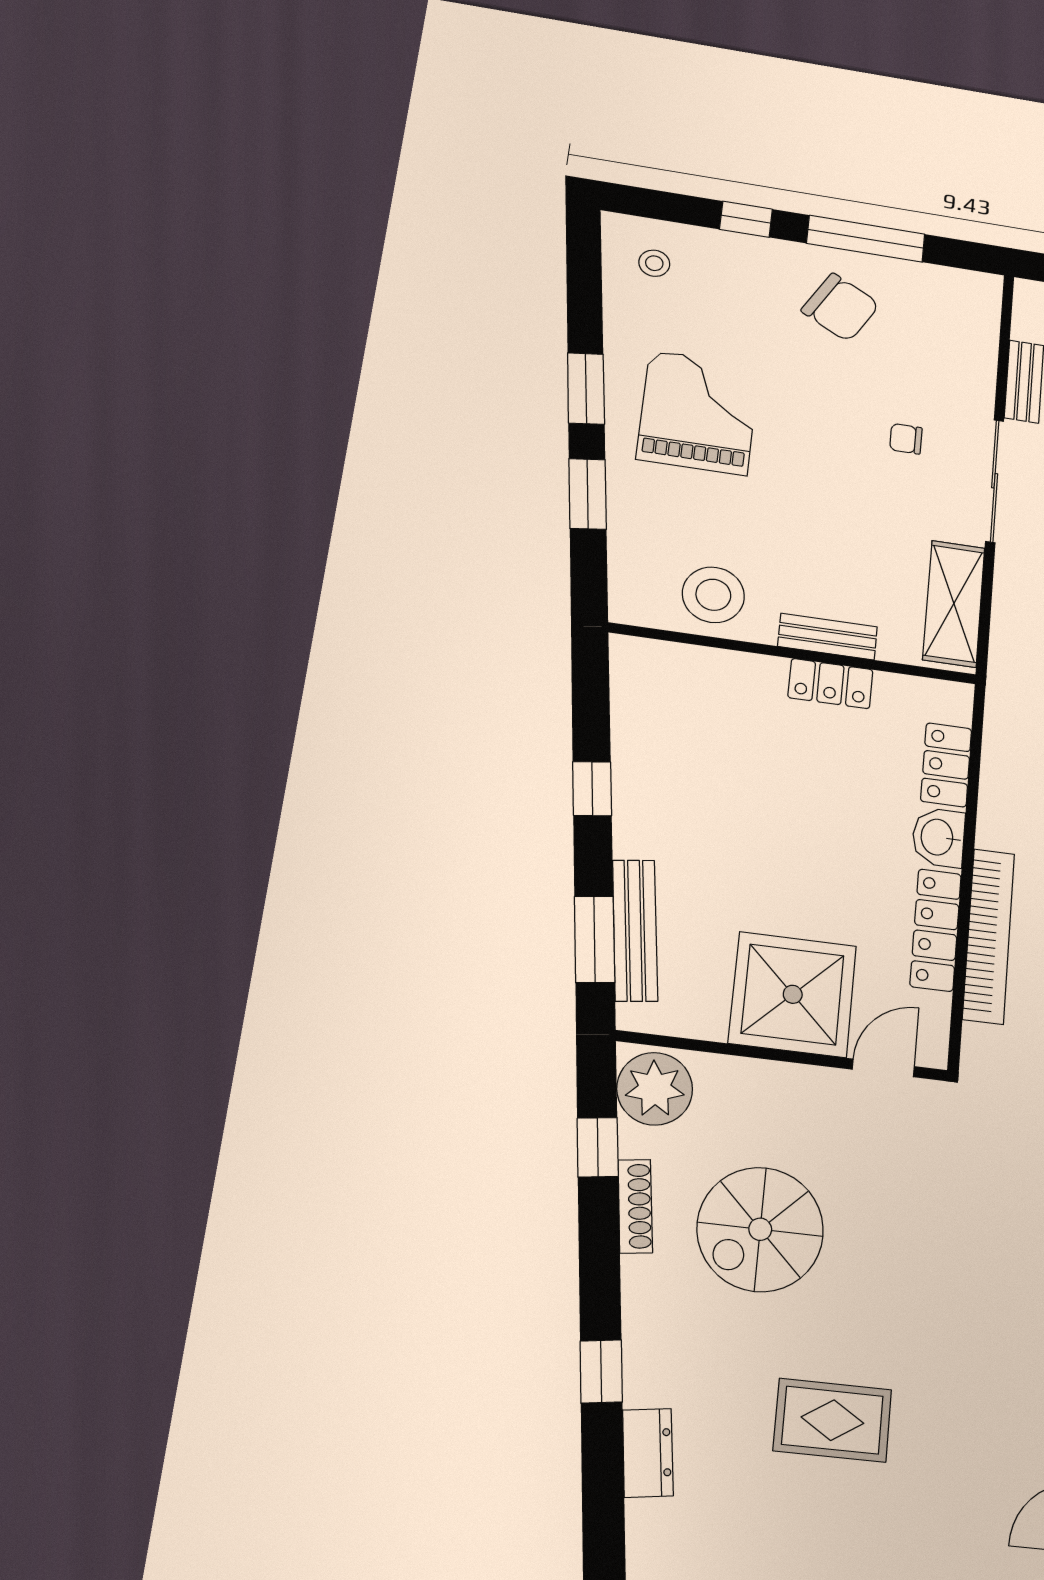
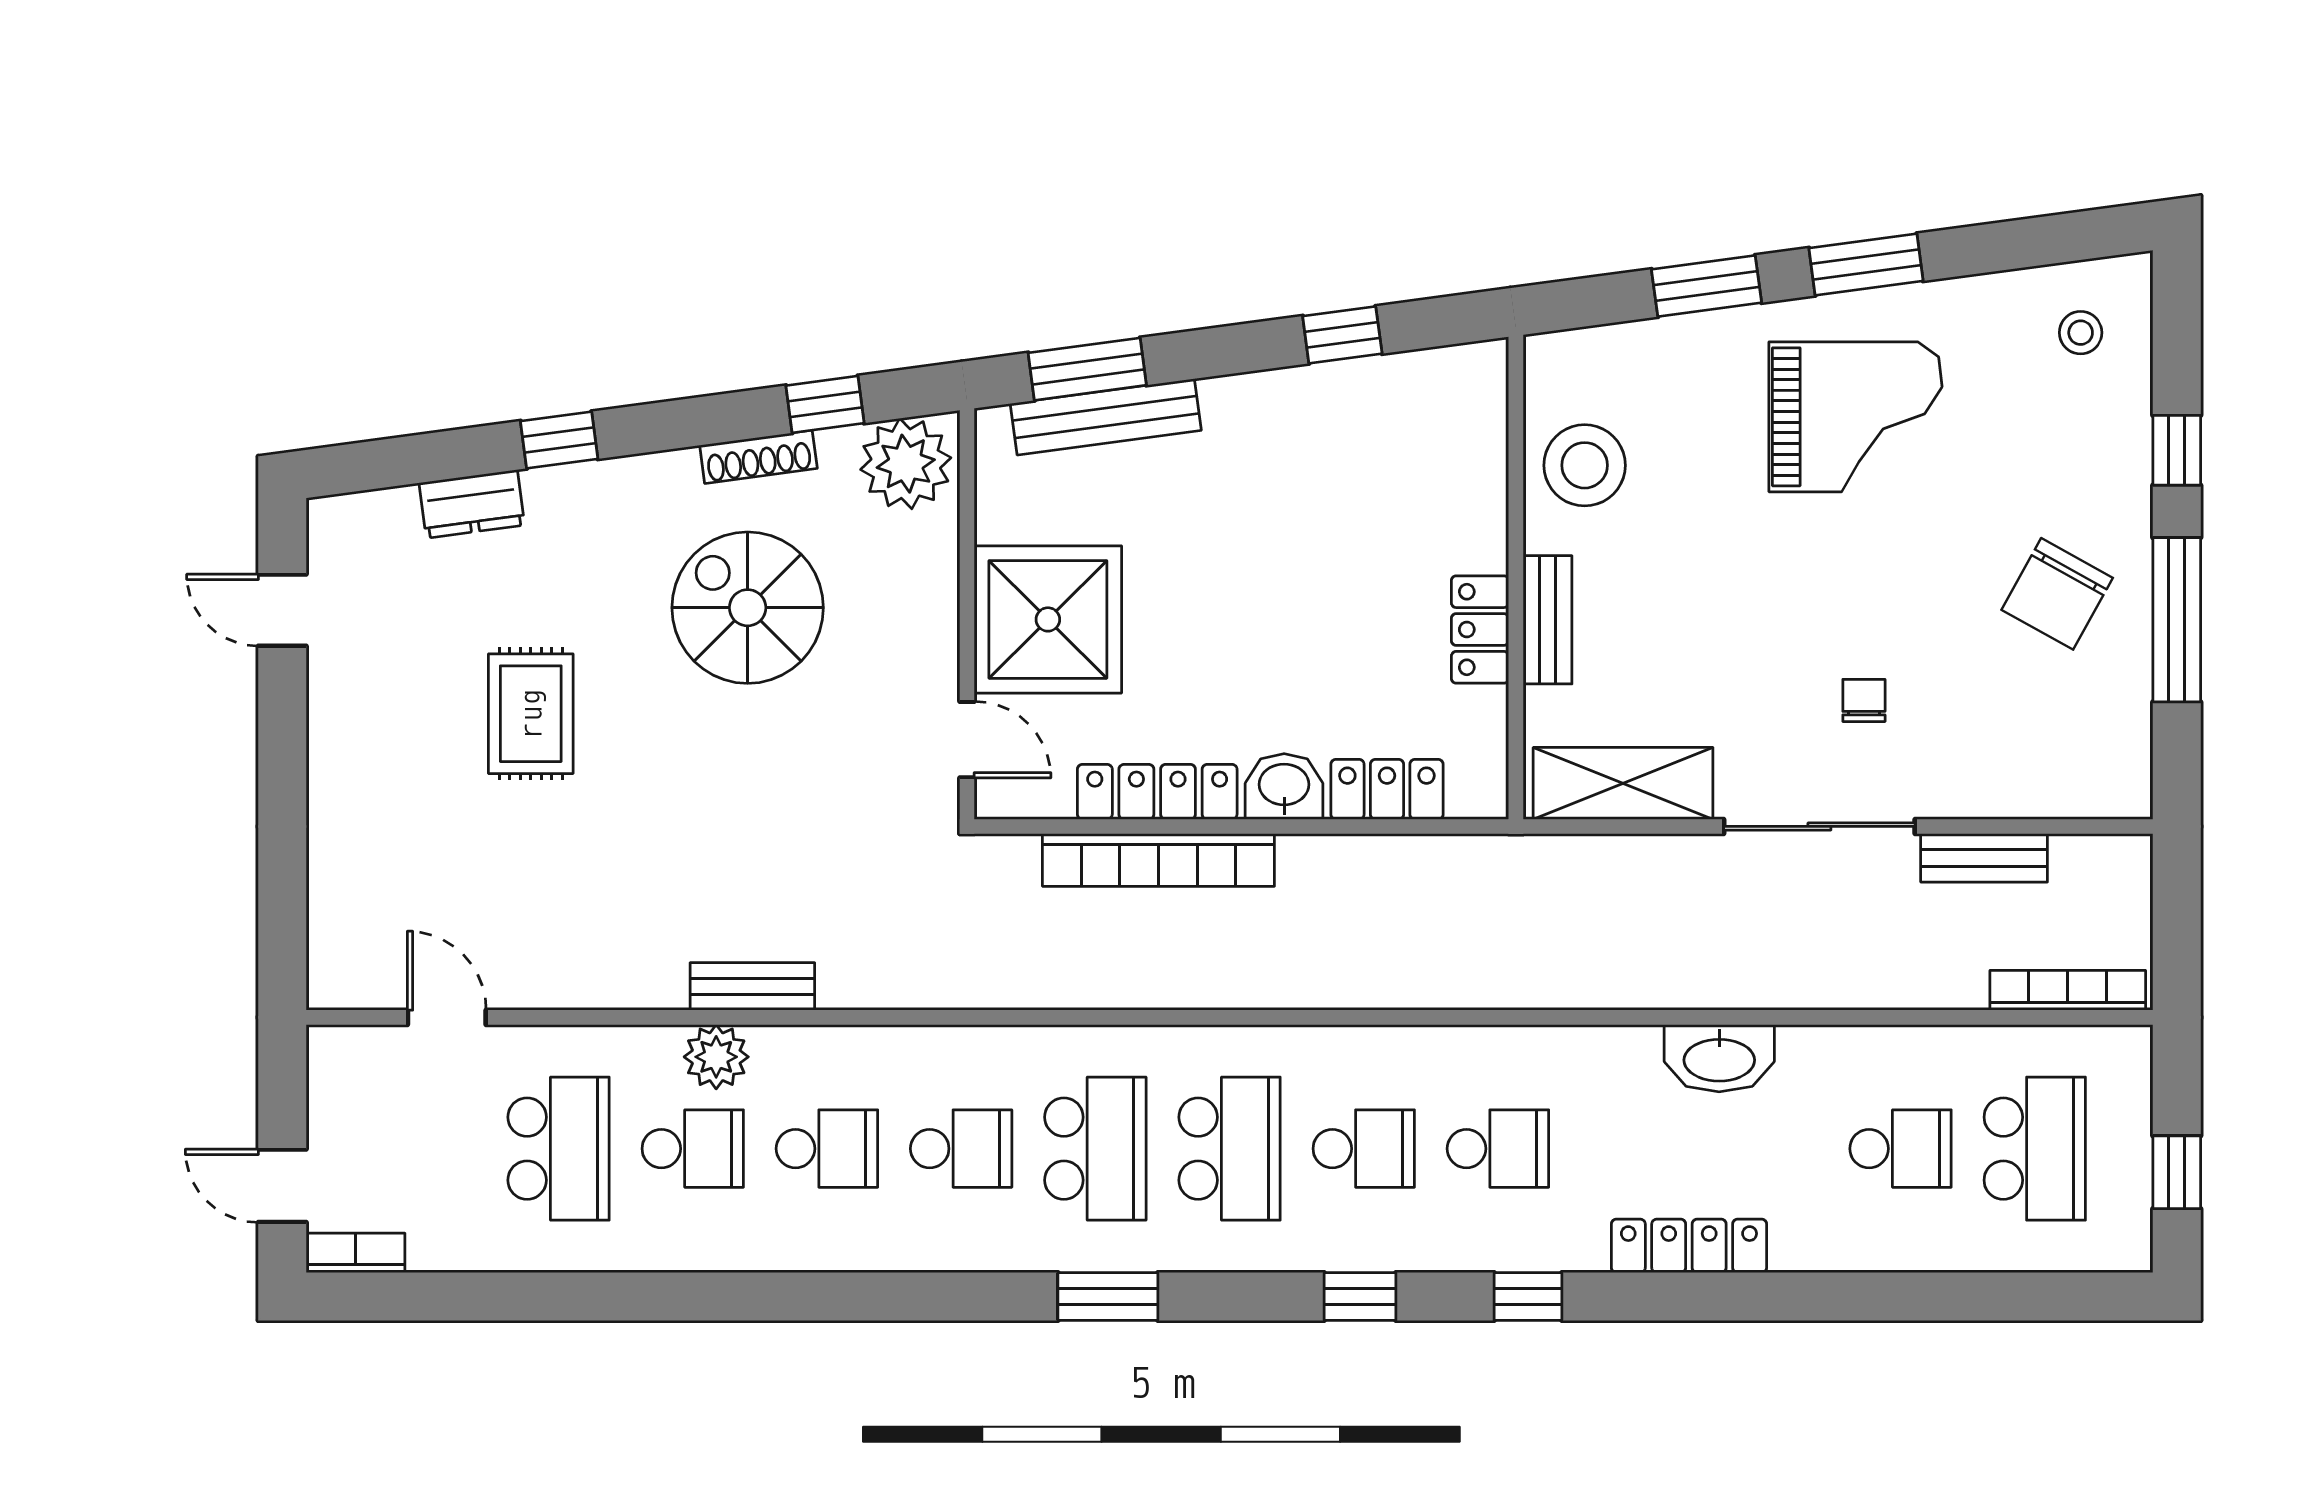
window: (592, 789) -> (1342, 335), moved

